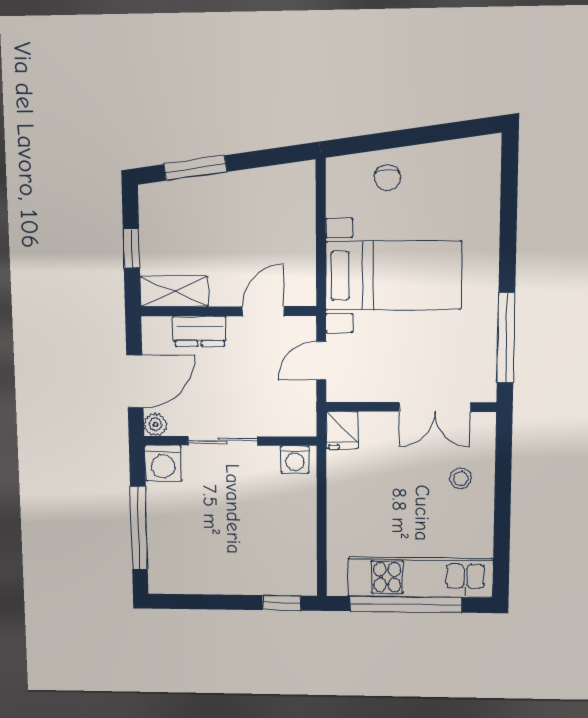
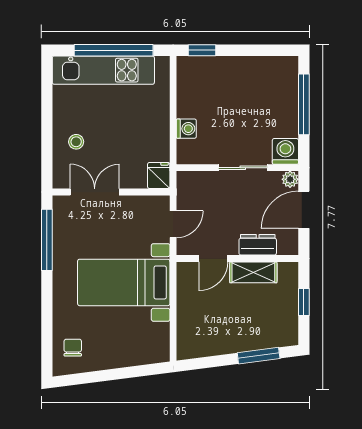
chair: (387, 178) -> (73, 348), moved
shelving: (174, 291) -> (253, 272), moved
washing machine: (295, 460) -> (186, 129), moved, turned 90

